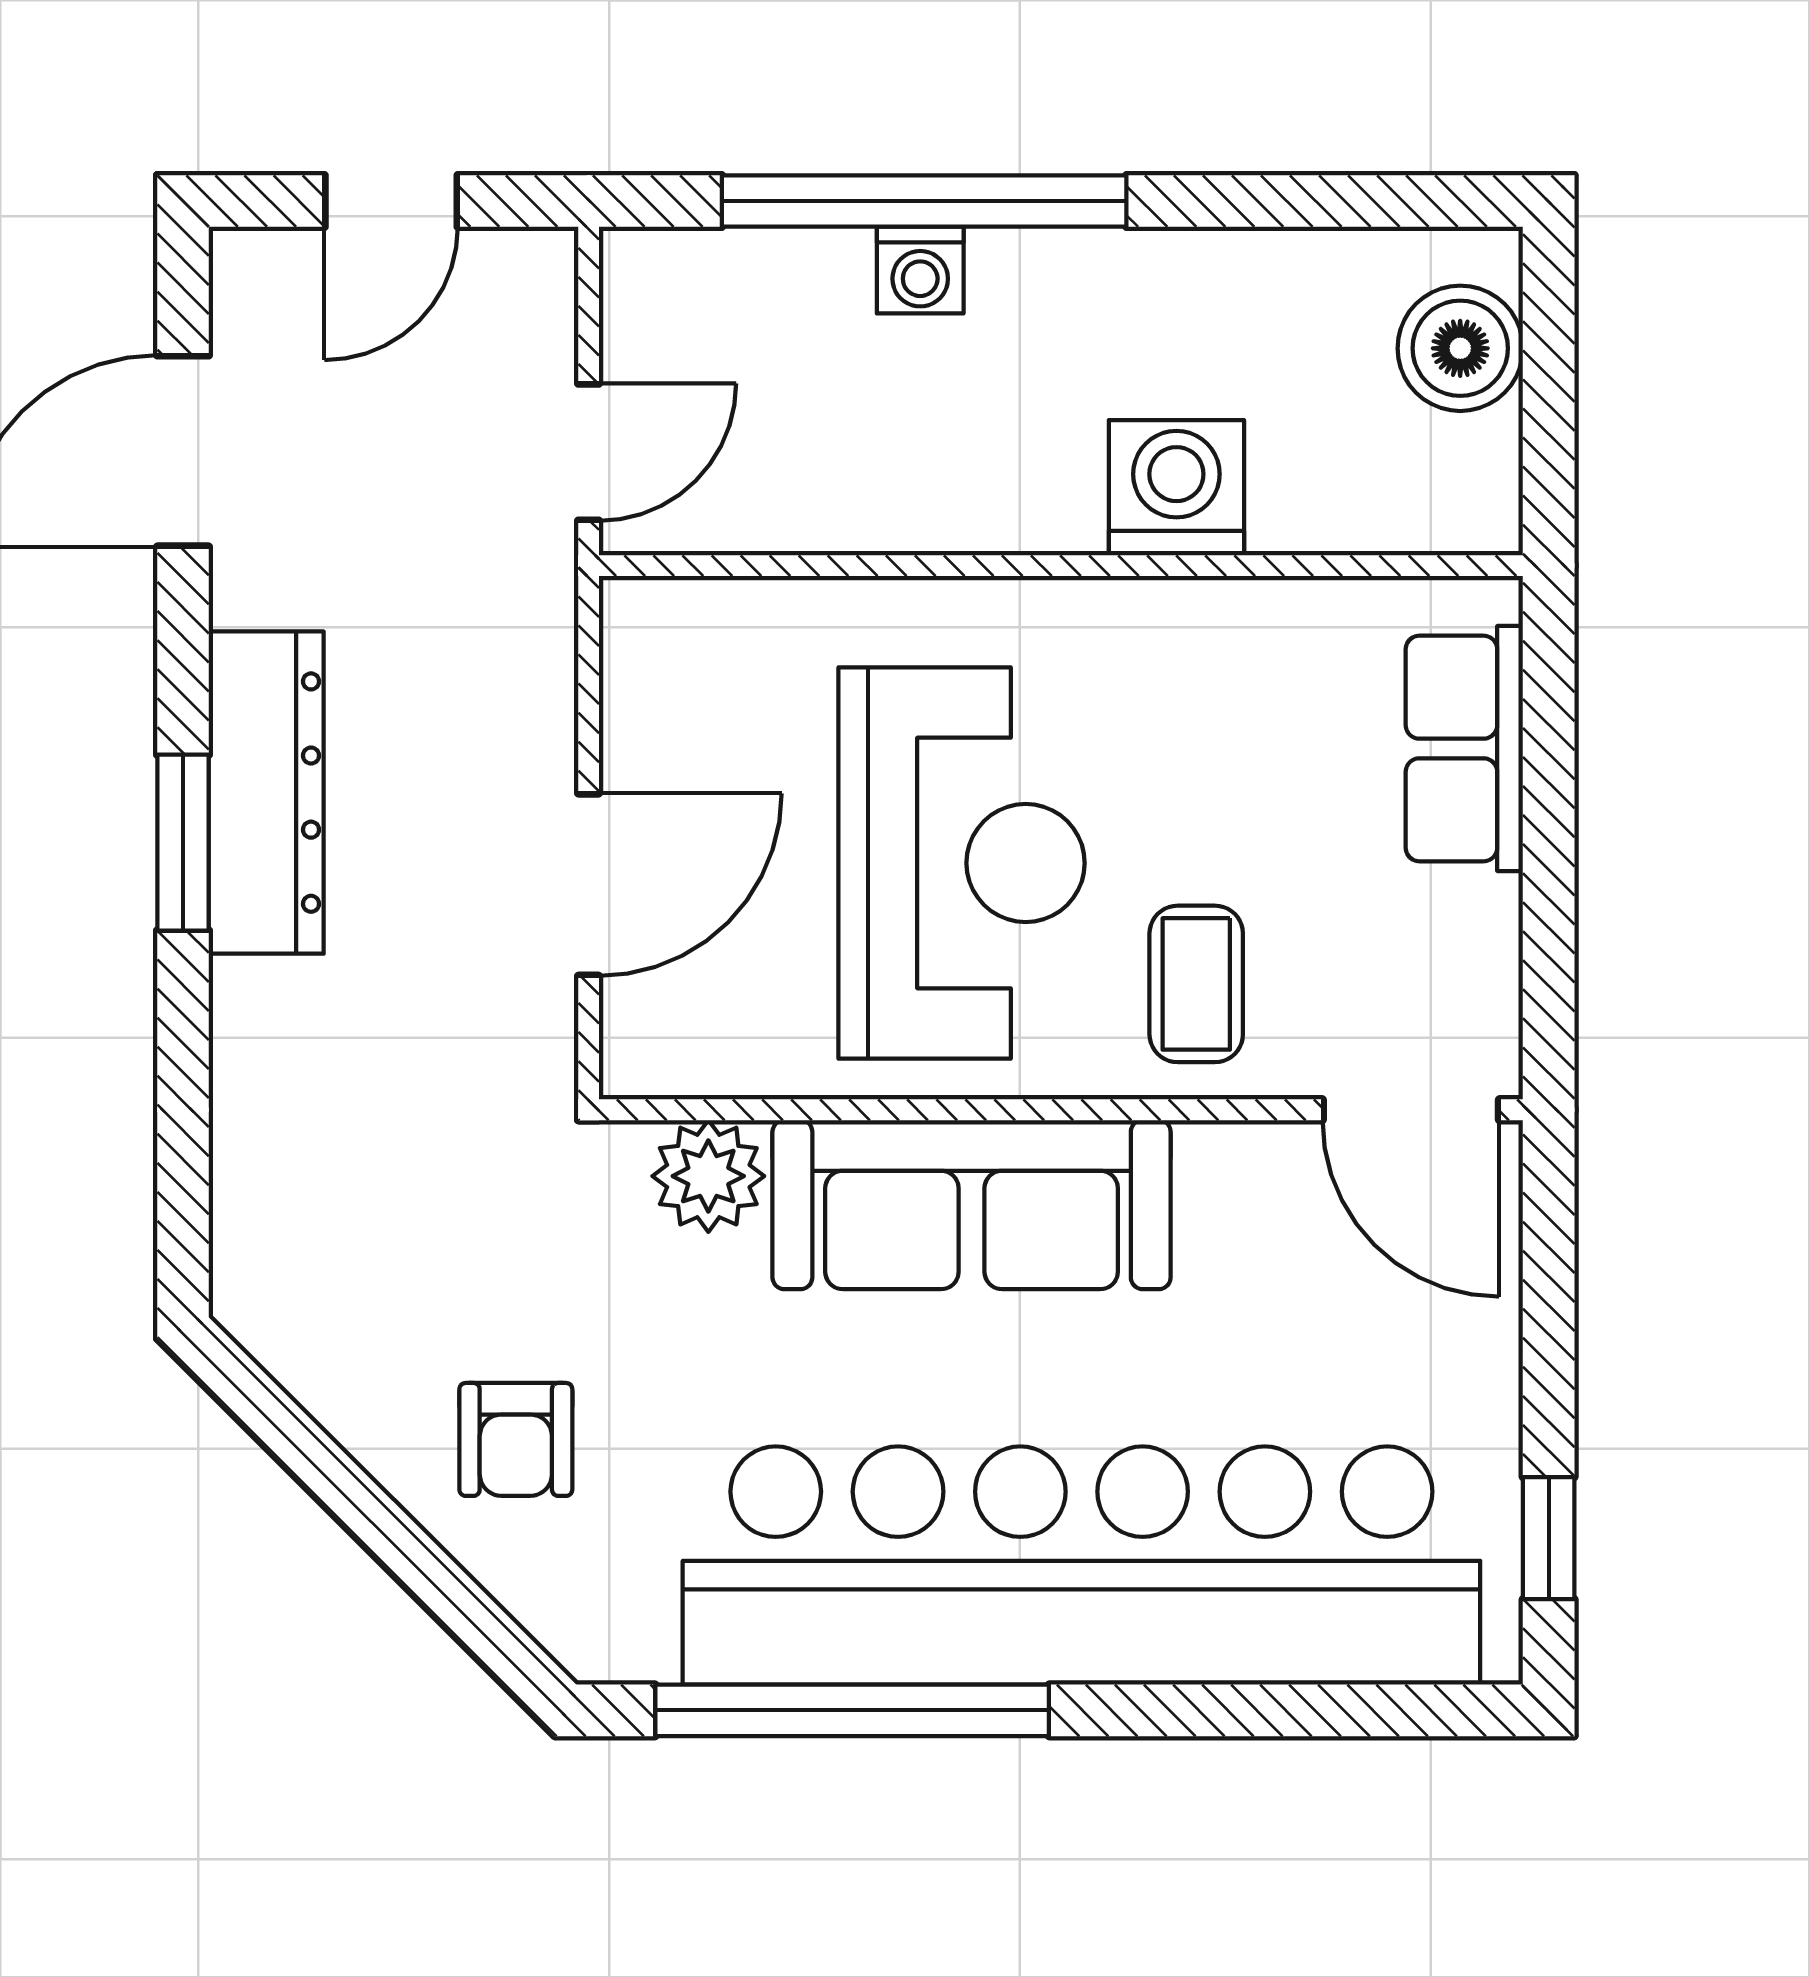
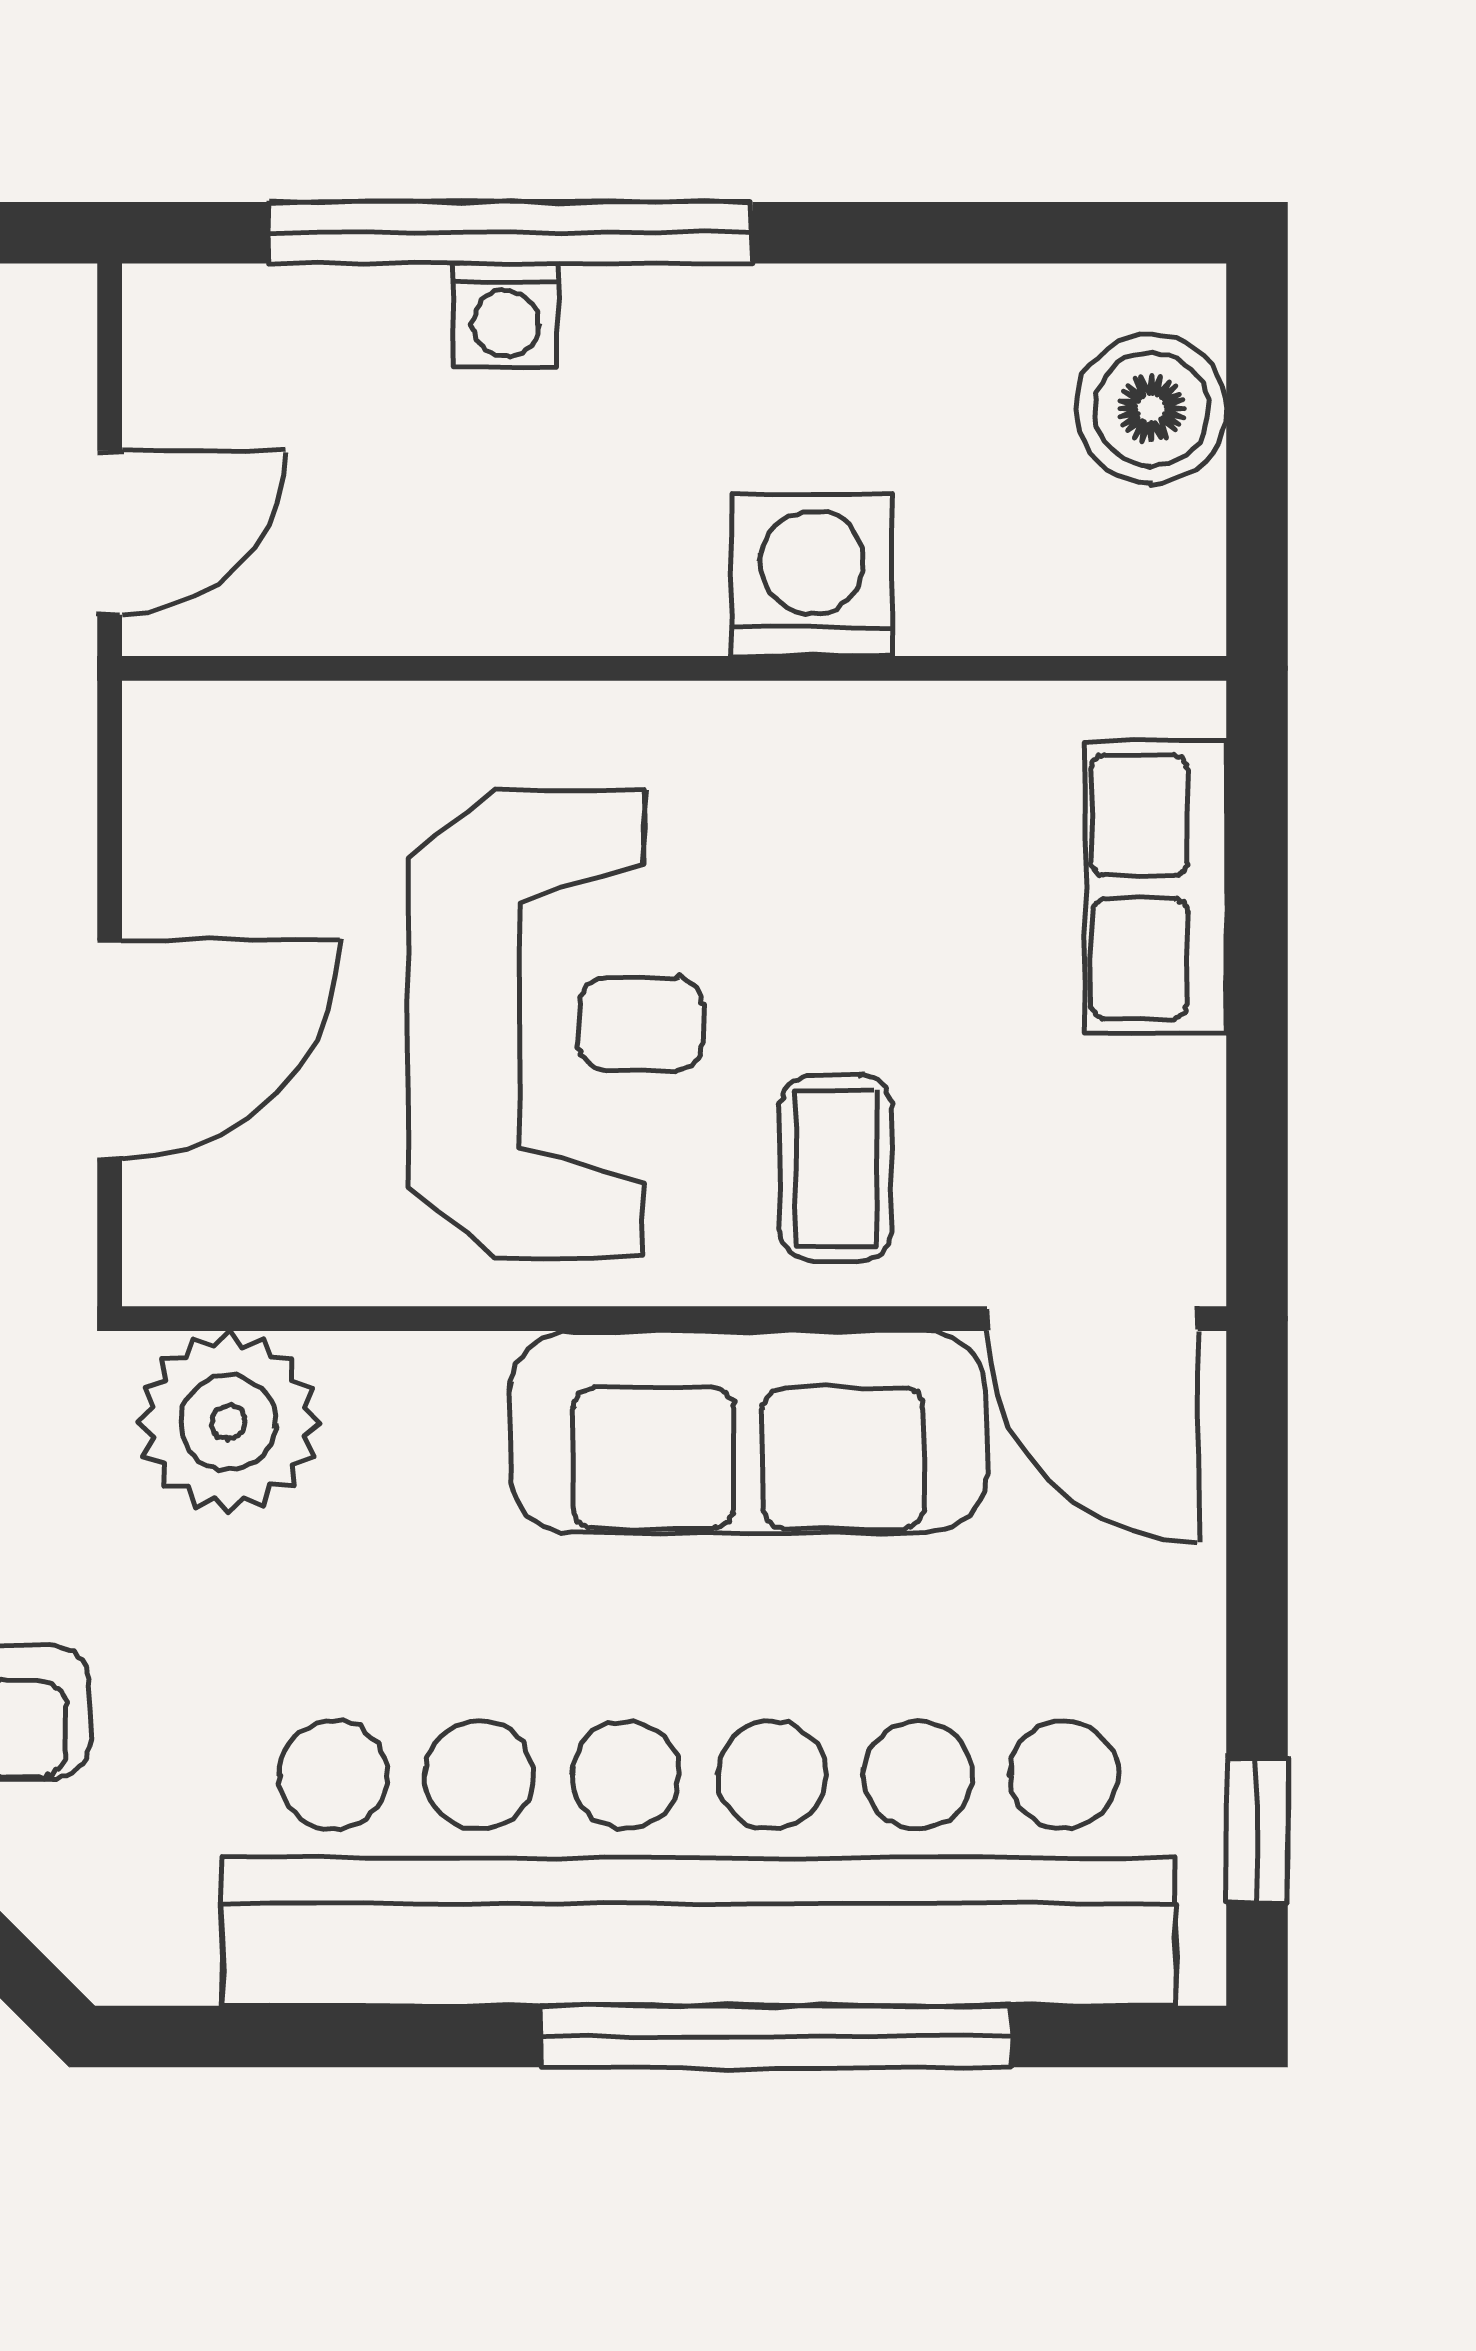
plant: (708, 1176) -> (228, 1422), width x1.36, depth x1.36
sofa: (972, 1205) -> (748, 1432), moved
window: (852, 1710) -> (775, 2036), moved

